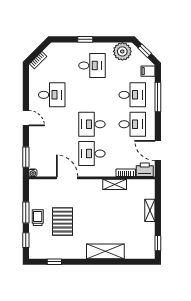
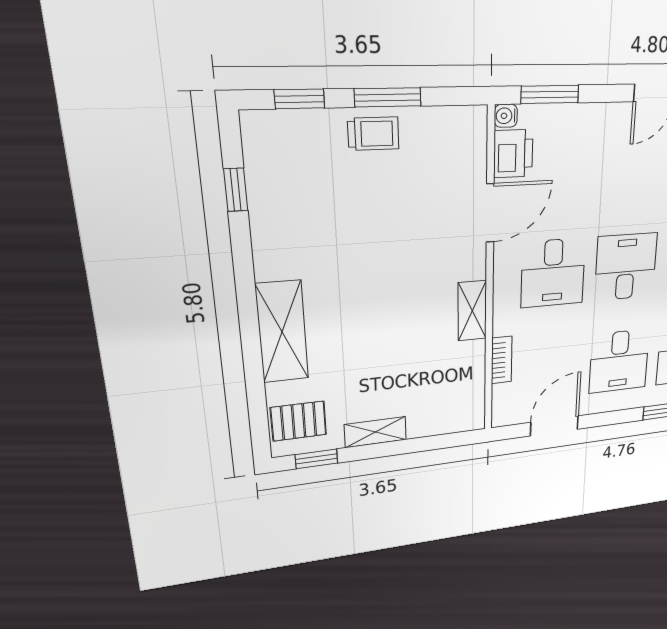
desk: (92, 154) -> (553, 273), turned 180
printer: (145, 170) -> (513, 154), moved
shelving: (115, 184) -> (472, 311), moved
shelving: (150, 210) -> (375, 432), moved
pallet: (62, 222) -> (299, 421), moved, width x0.67, depth x0.71

